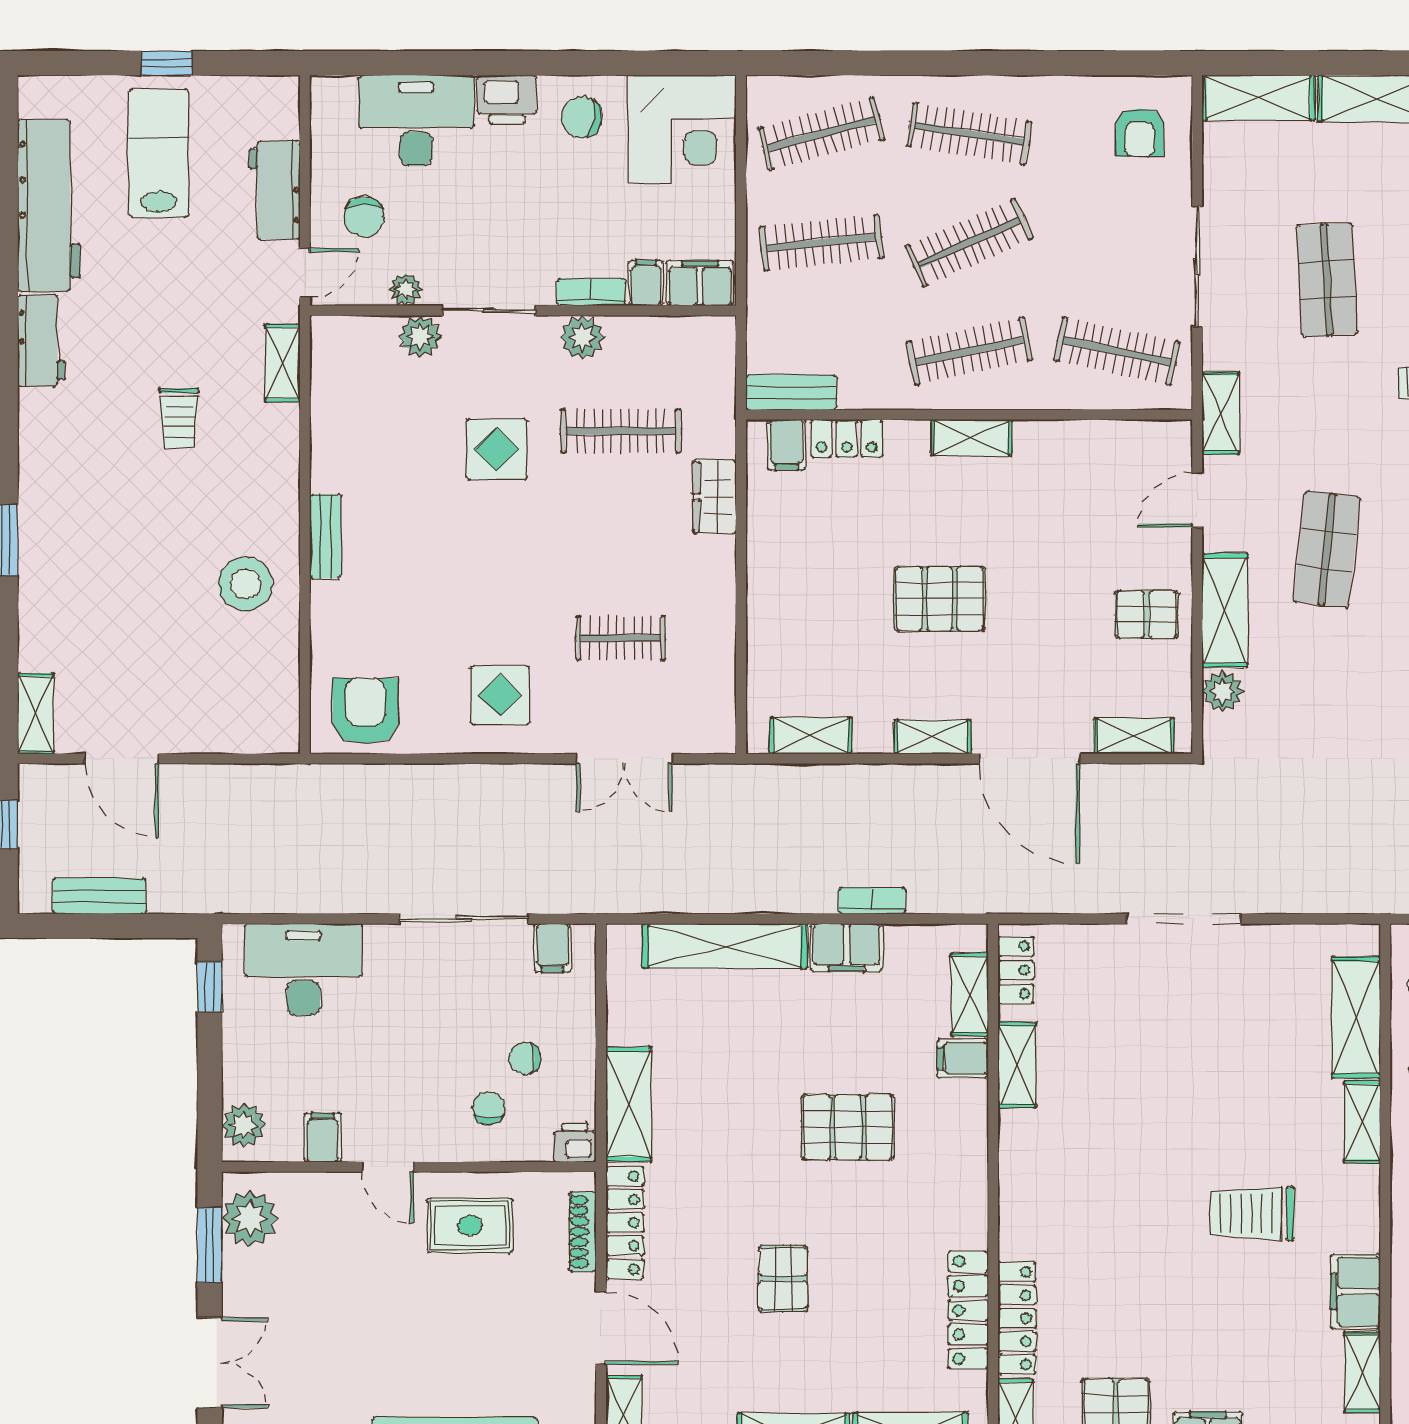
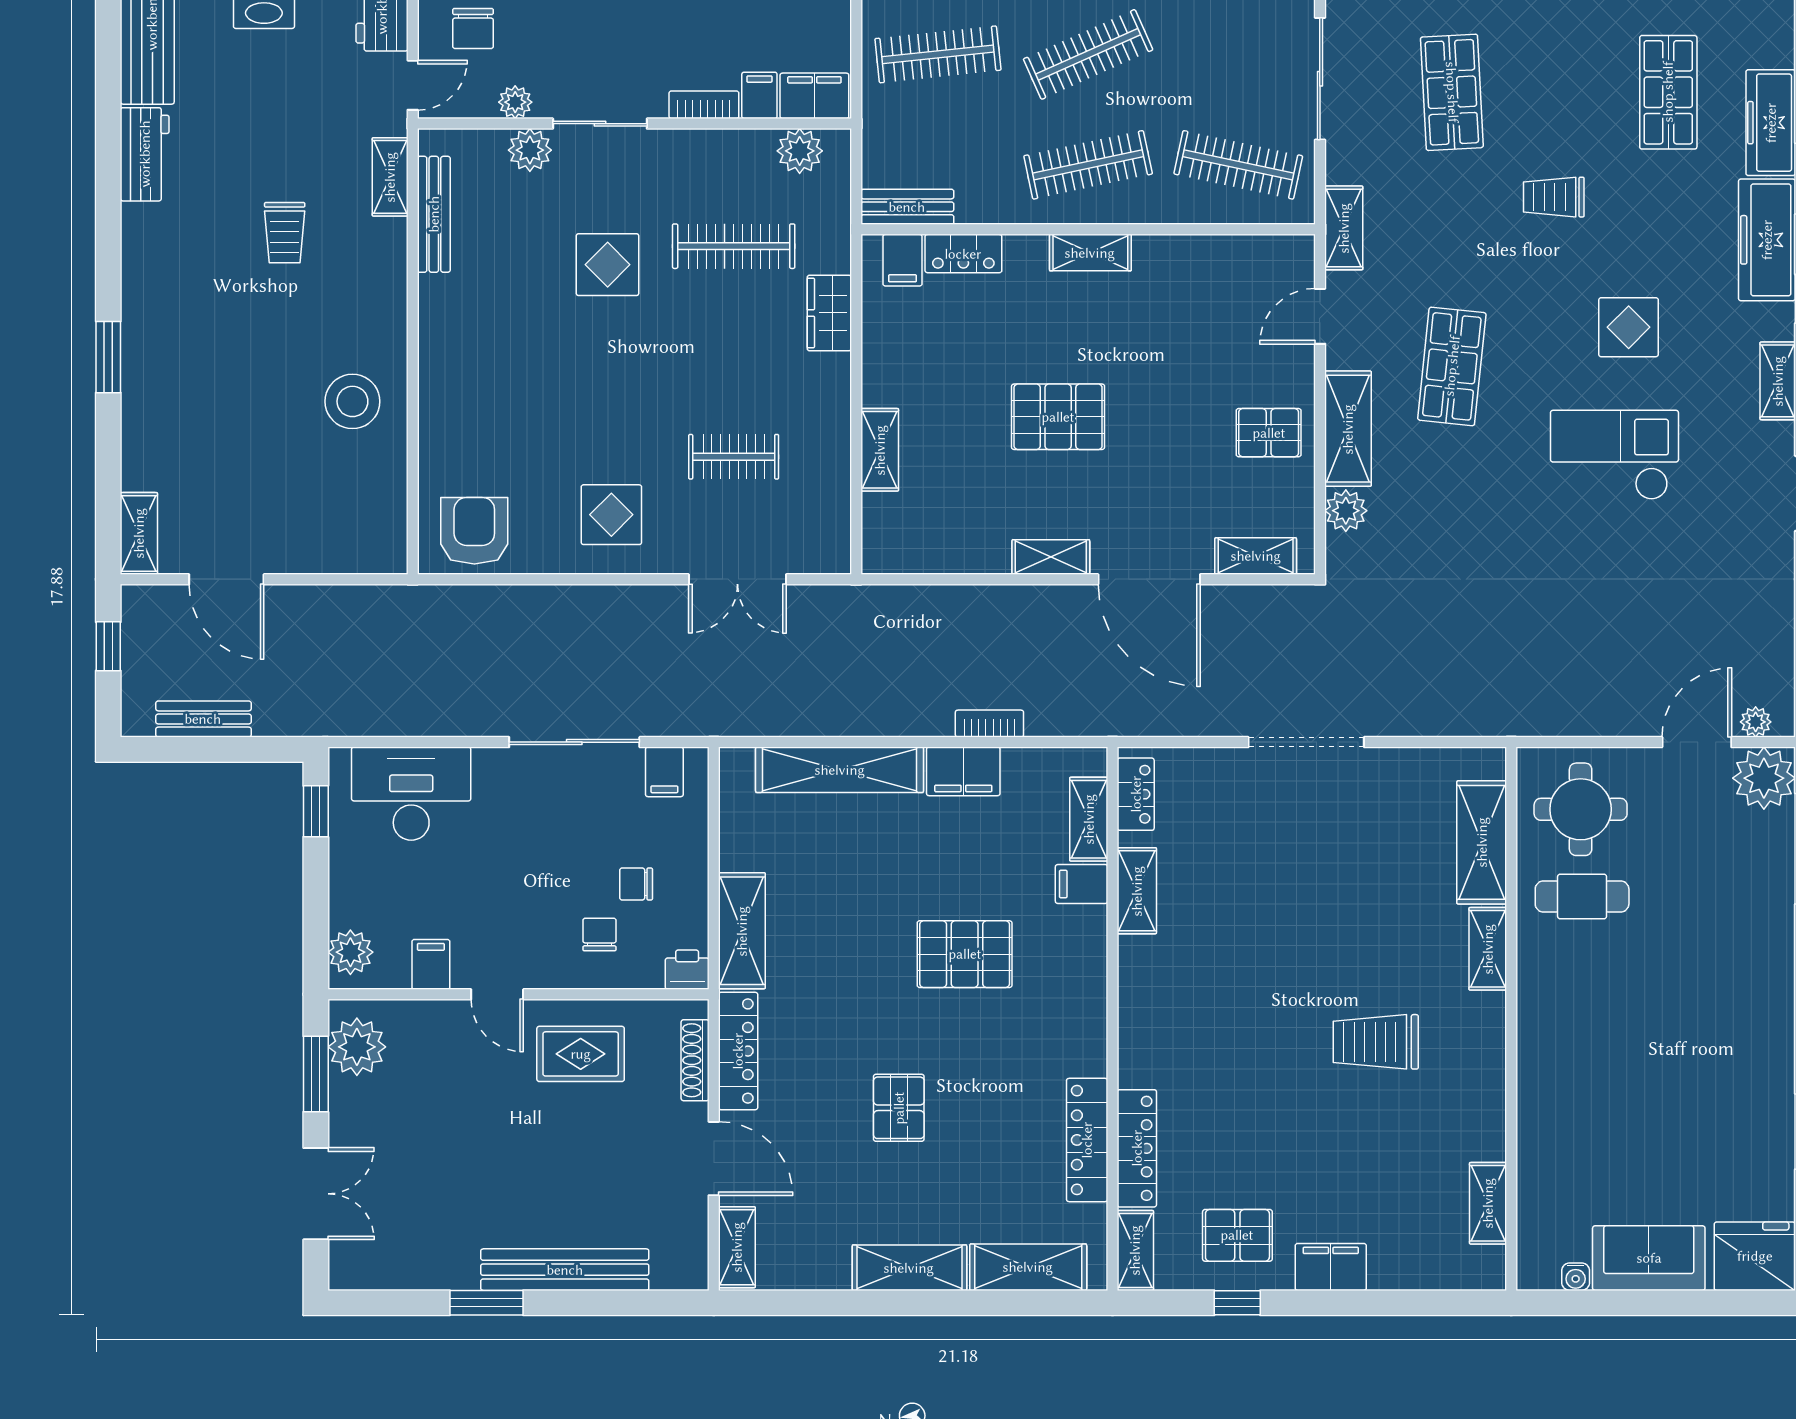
plant: (582, 338) -> (800, 151), moved
bench: (326, 536) -> (434, 214), moved, width x1.36
shelving: (811, 736) -> (880, 450), moved, turned 90
filing cabinet: (1356, 1292) -> (1481, 1121), removed

